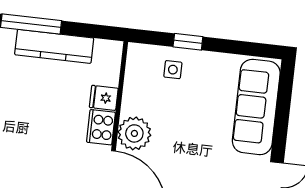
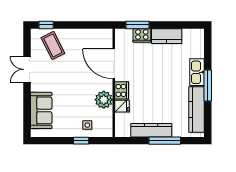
sofa: (256, 107) -> (41, 110), width x0.73
plant: (134, 133) -> (104, 100), moved

